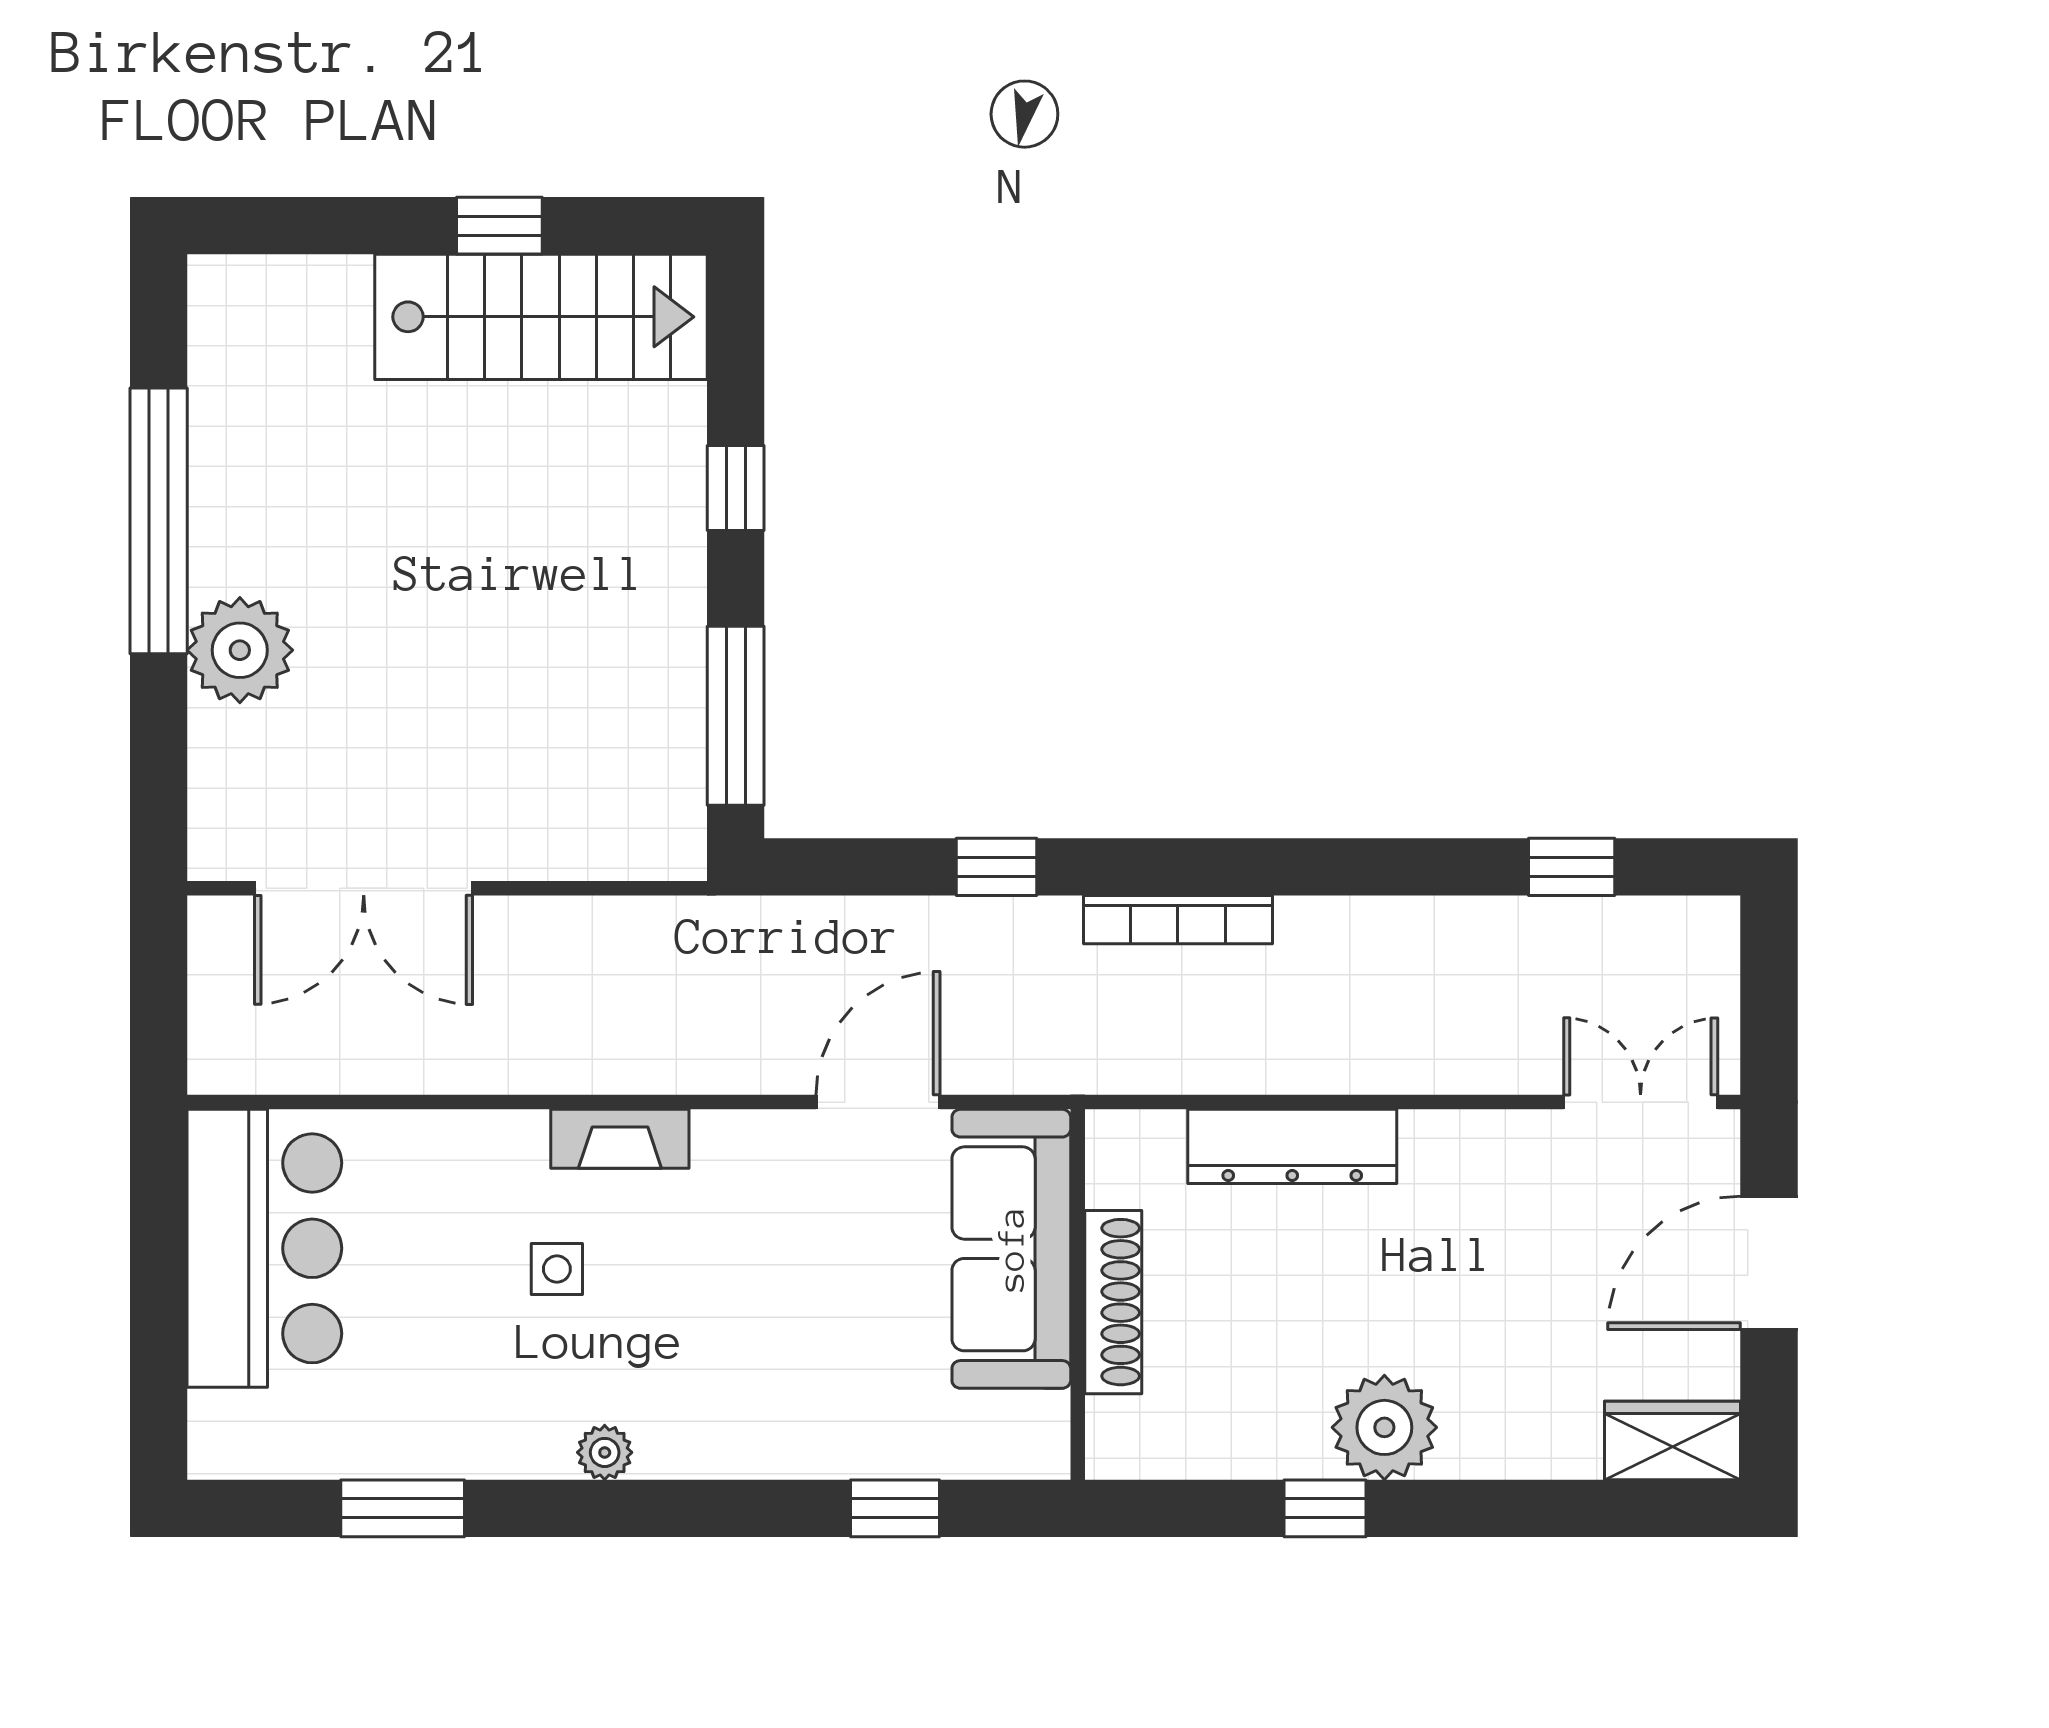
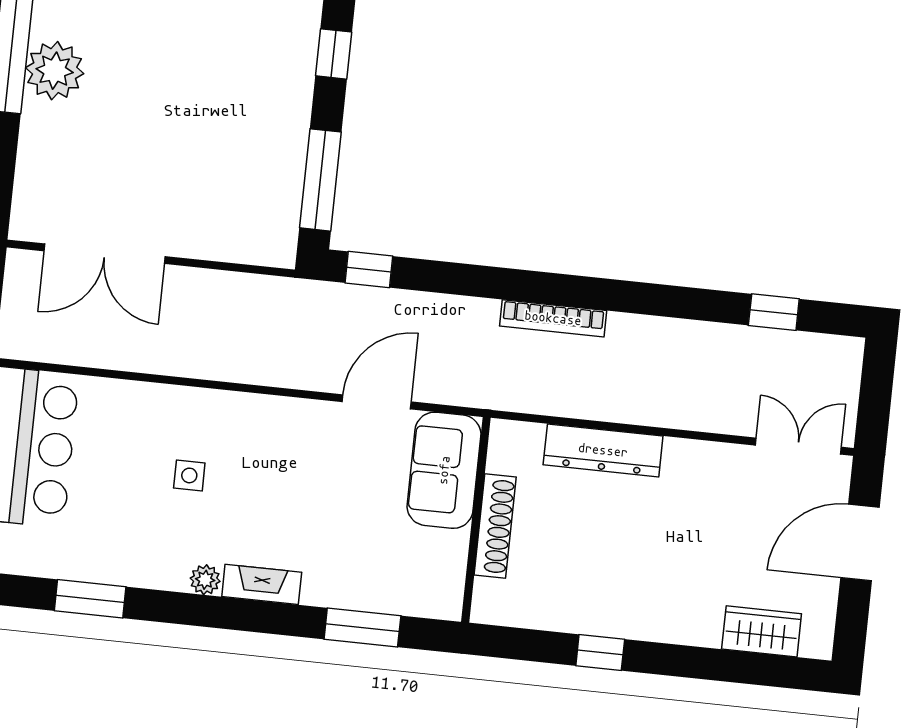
plant: (240, 650) -> (55, 71), moved
window: (997, 867) -> (369, 270), moved
fireplace: (620, 1139) -> (262, 584), moved, turned 180
sofa: (1011, 1249) -> (444, 470), width x0.73
plant: (1384, 1427) -> (638, 611), removed
wardrobe: (1673, 1440) -> (762, 631), moved
window: (895, 1508) -> (362, 627), width x1.50

